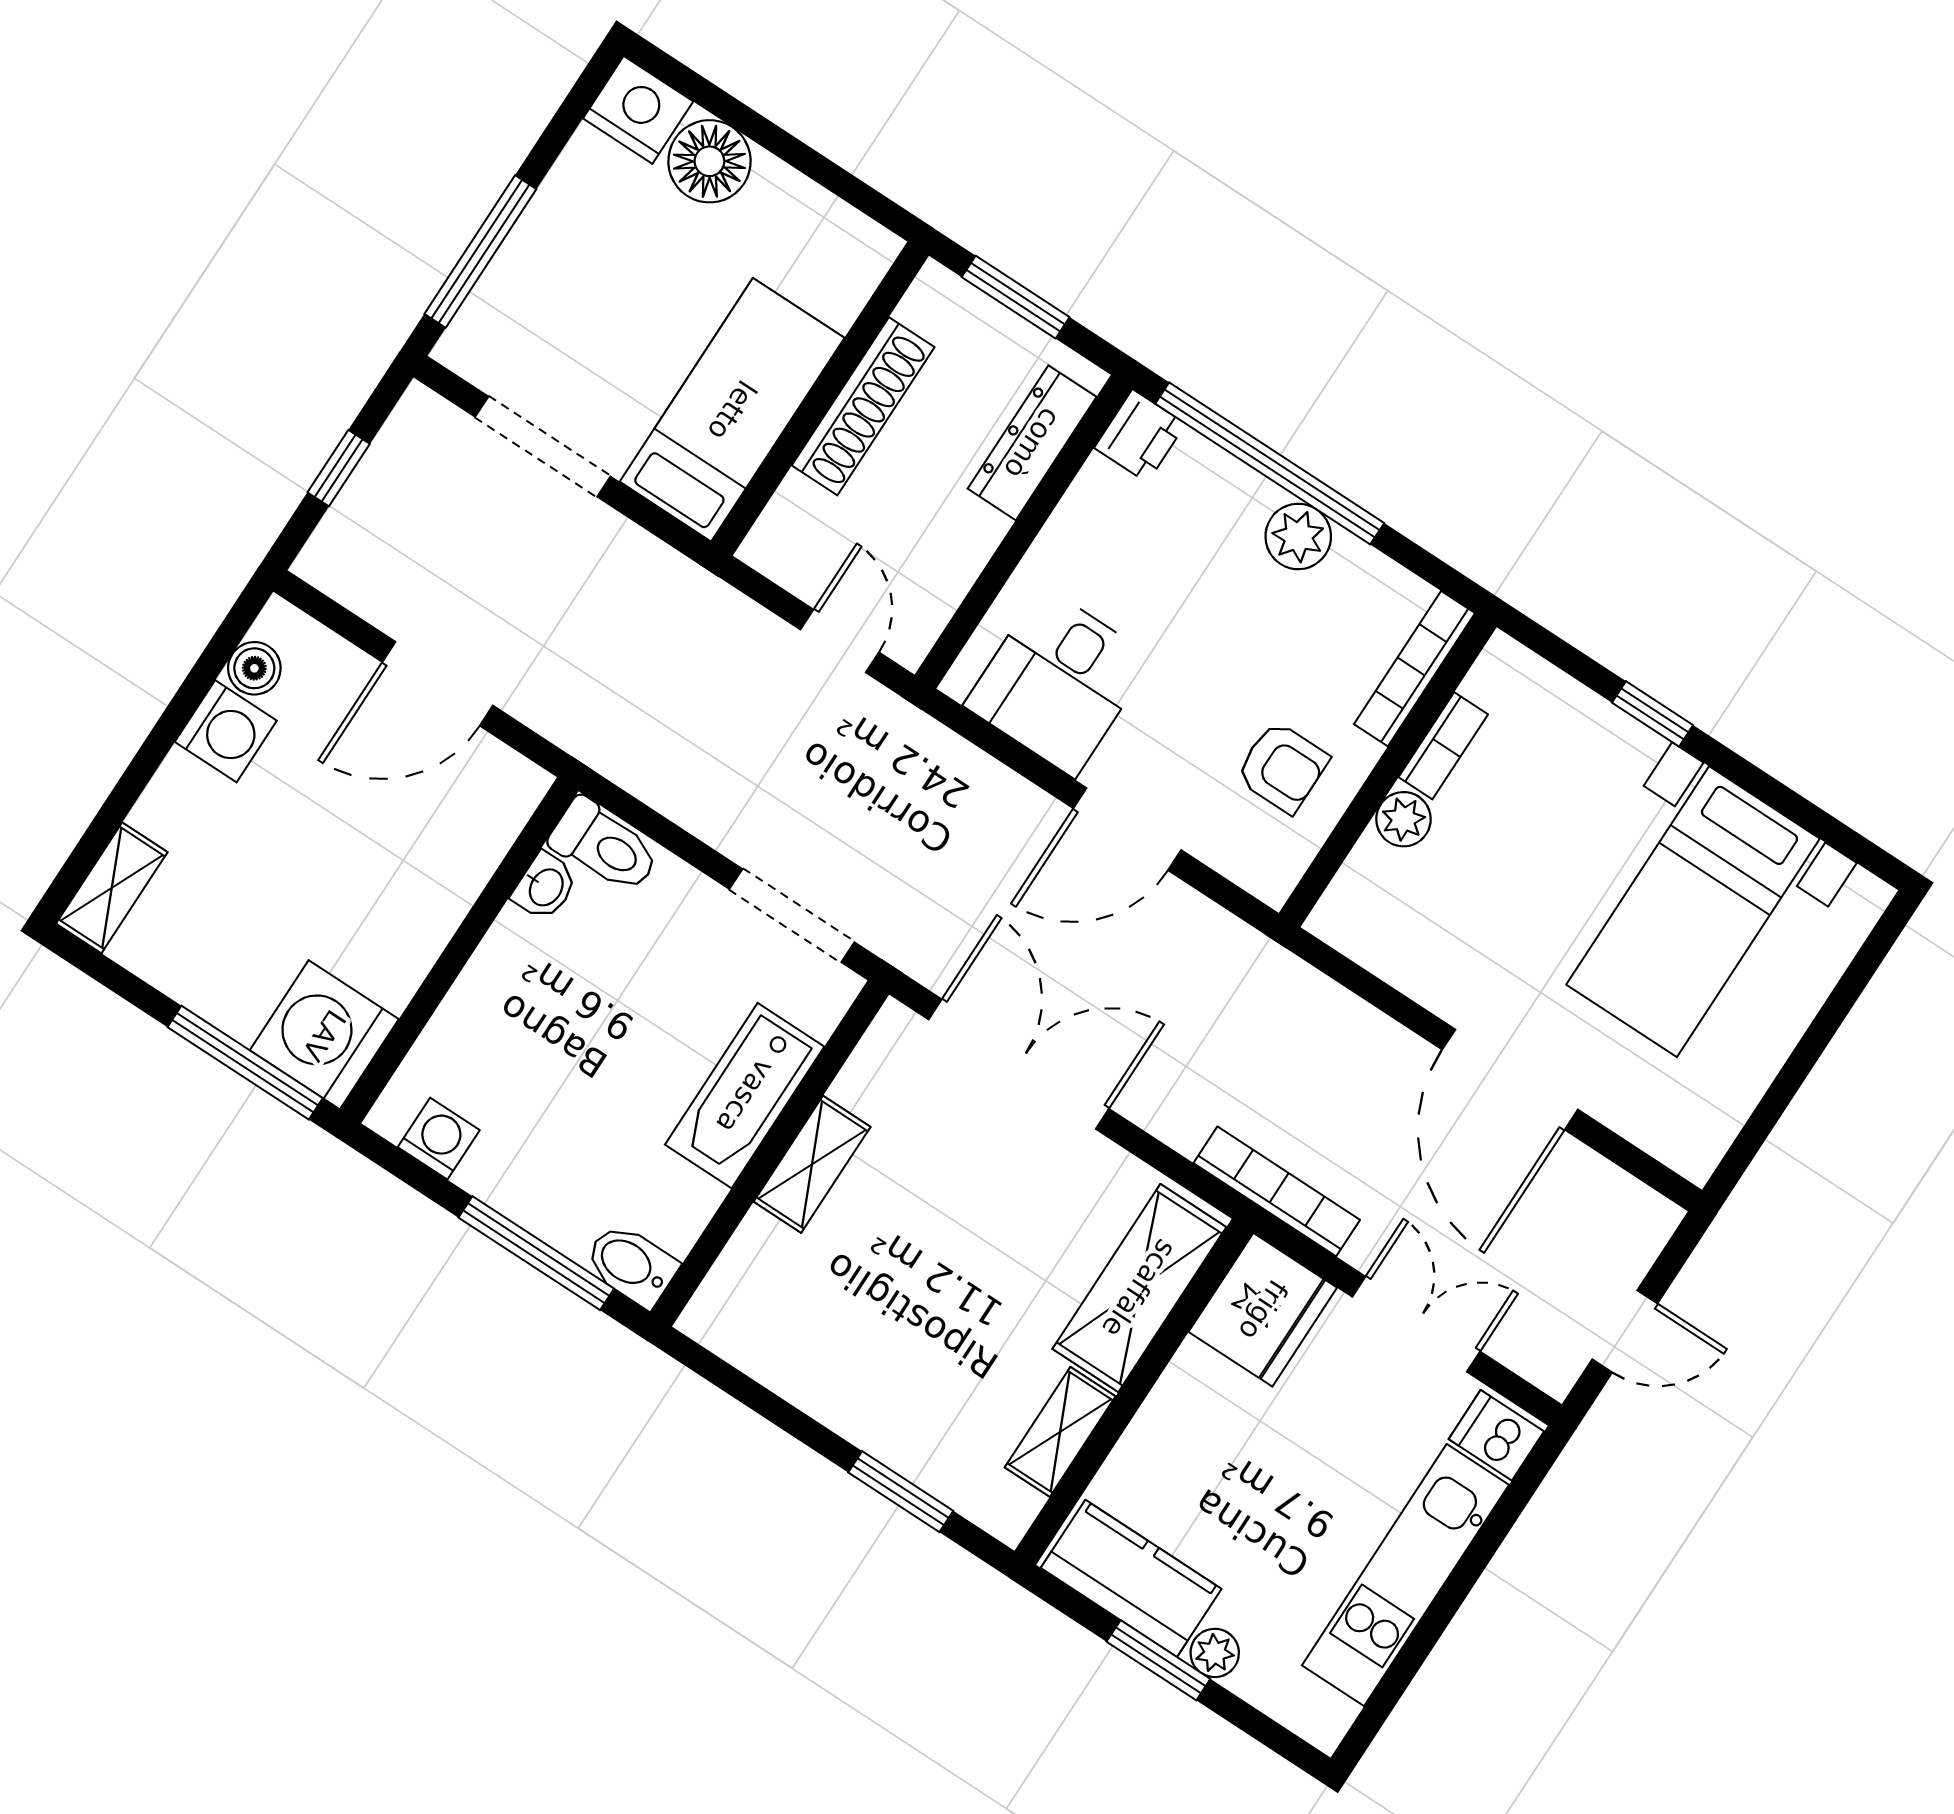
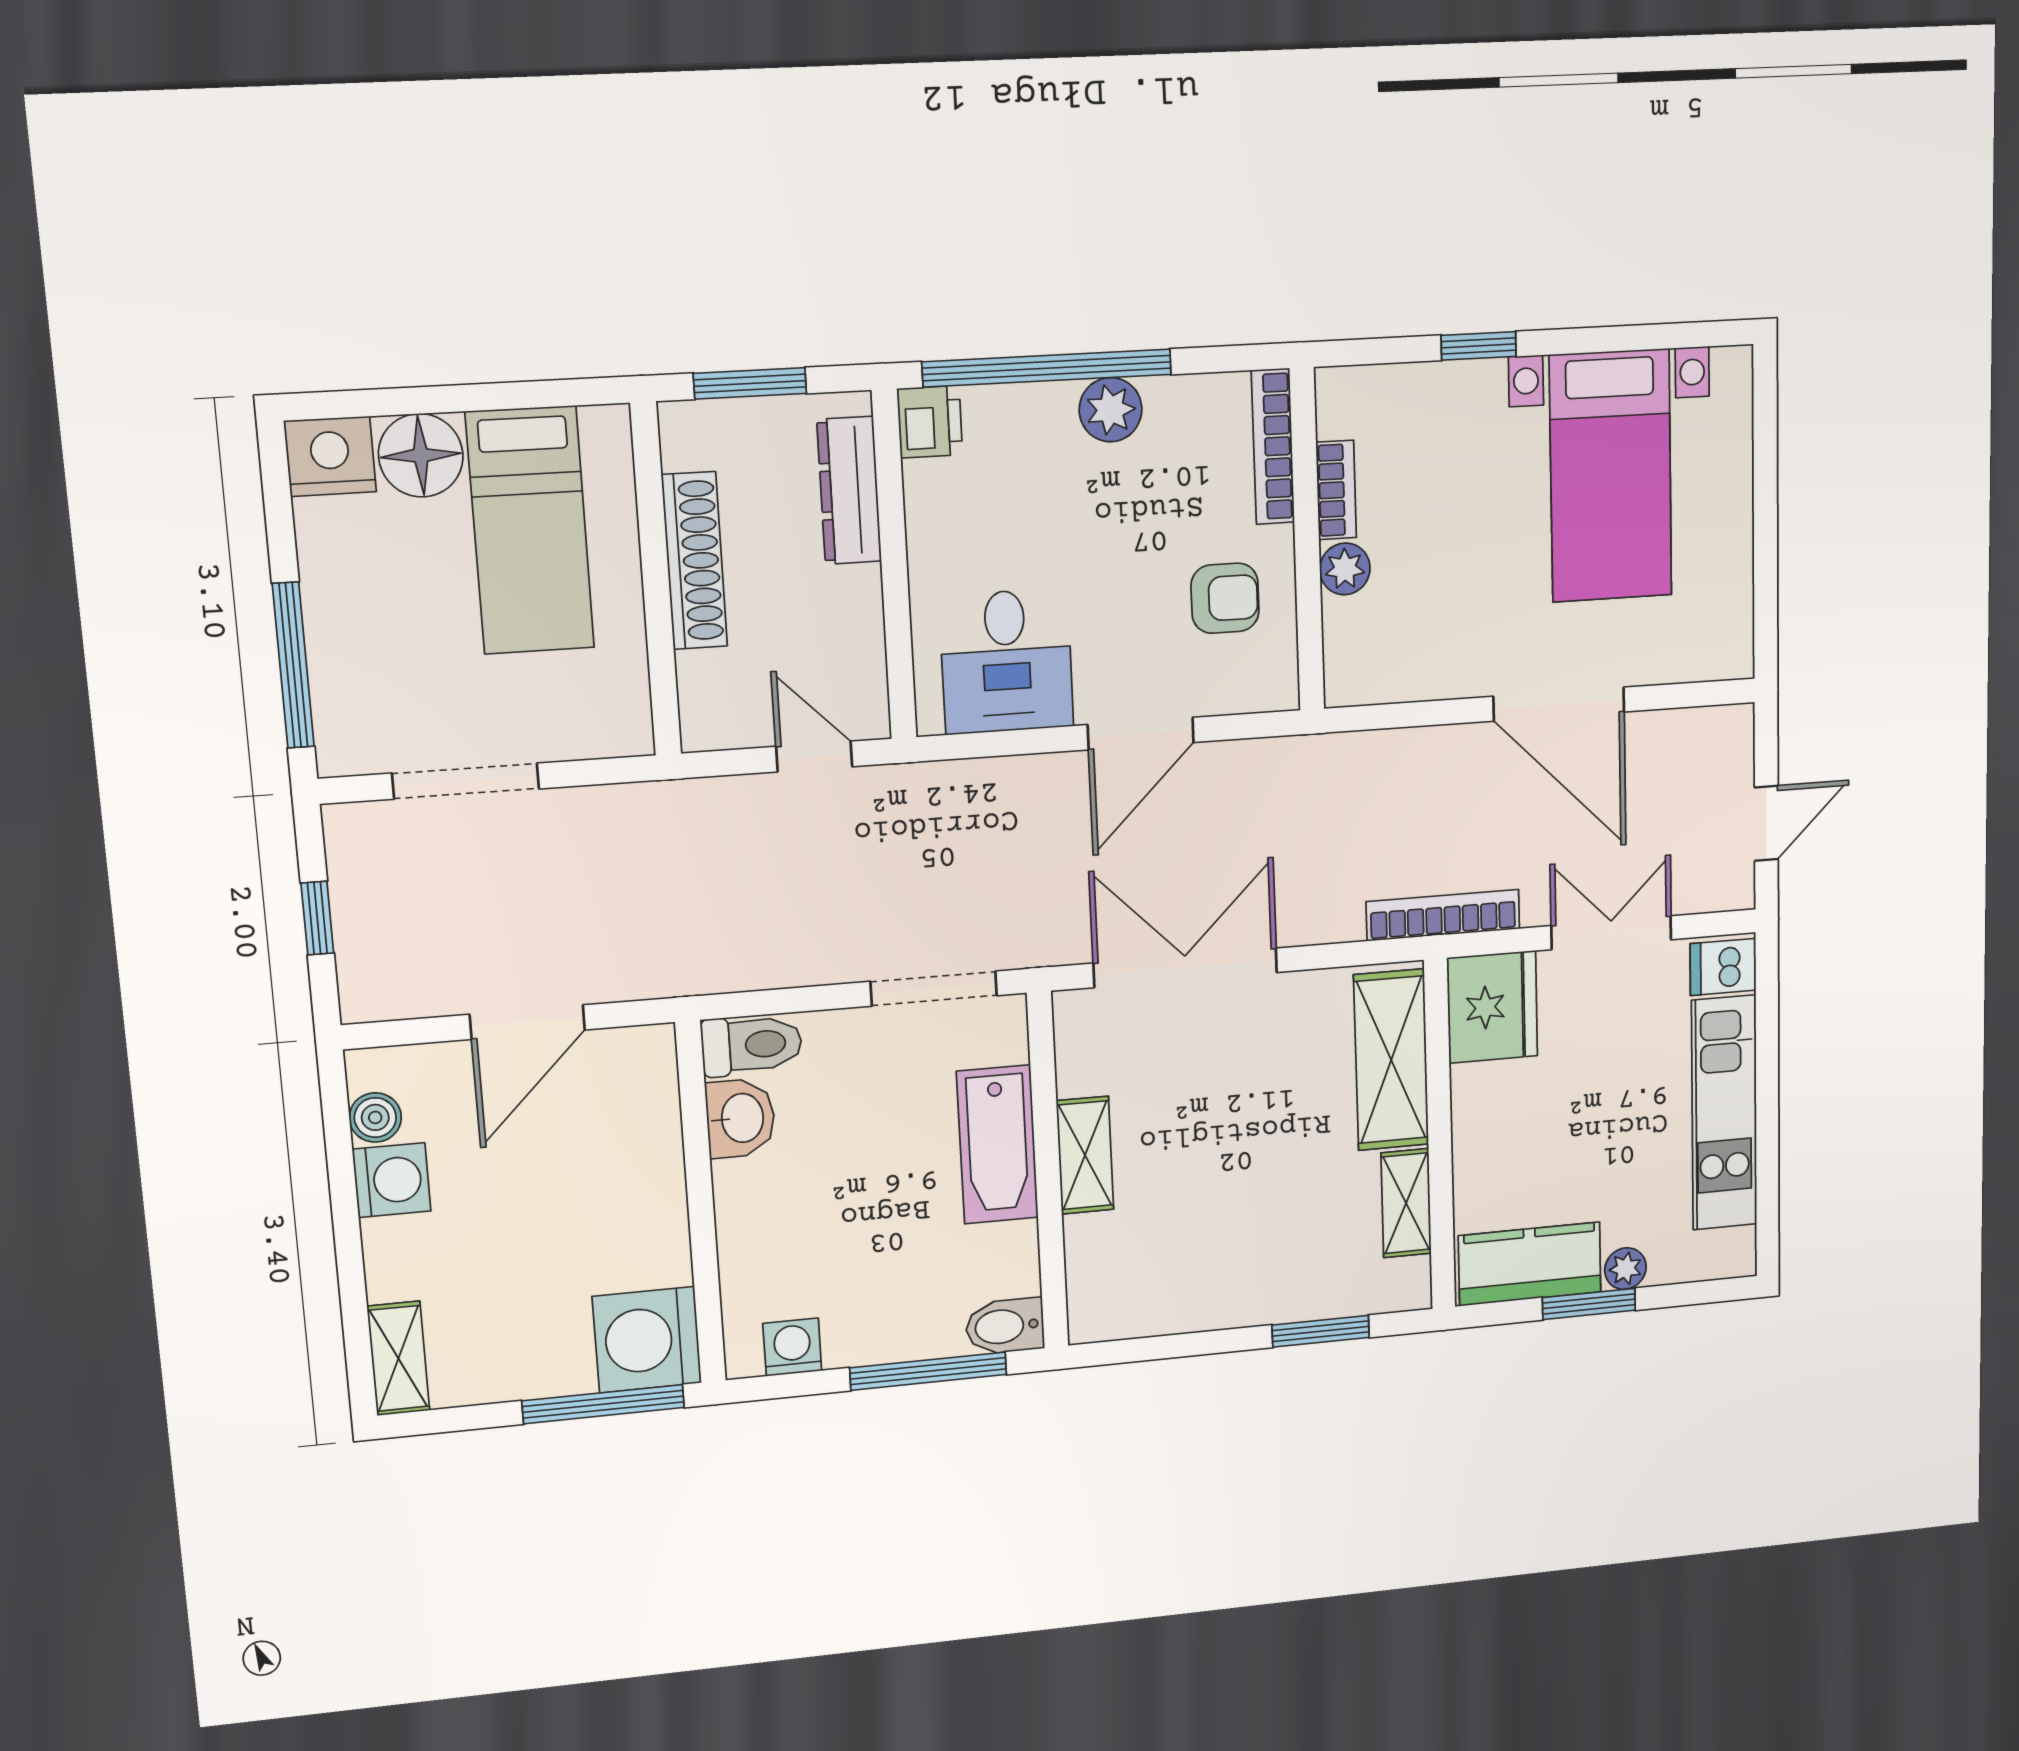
bed: (732, 410) -> (530, 530), moved, turned 180
washbasin: (545, 887) -> (740, 1118), width x1.38, depth x1.45

